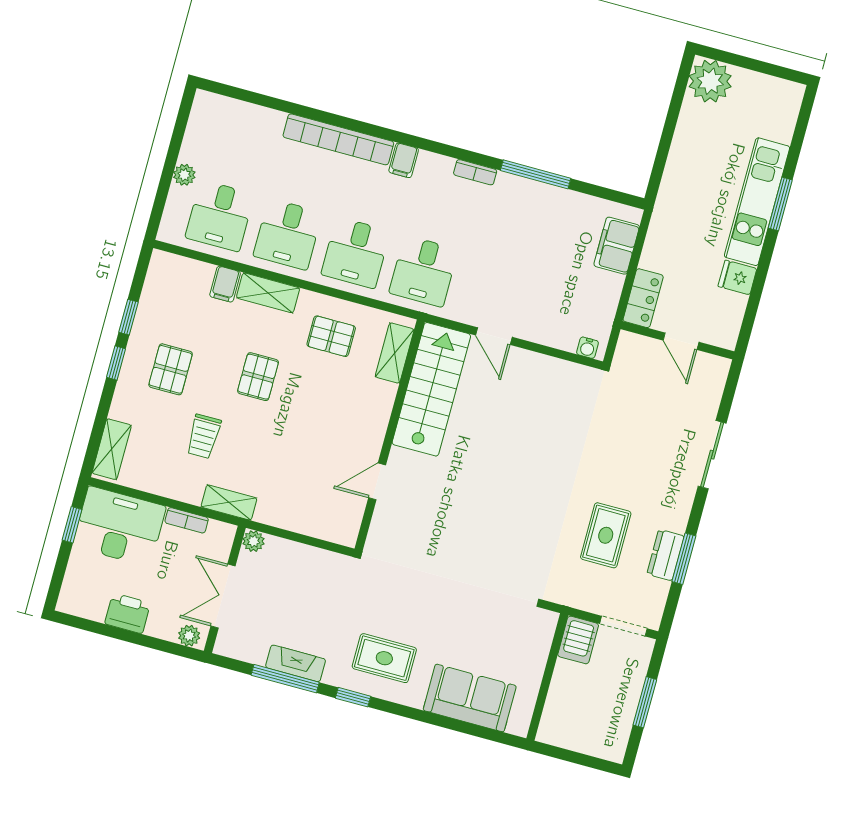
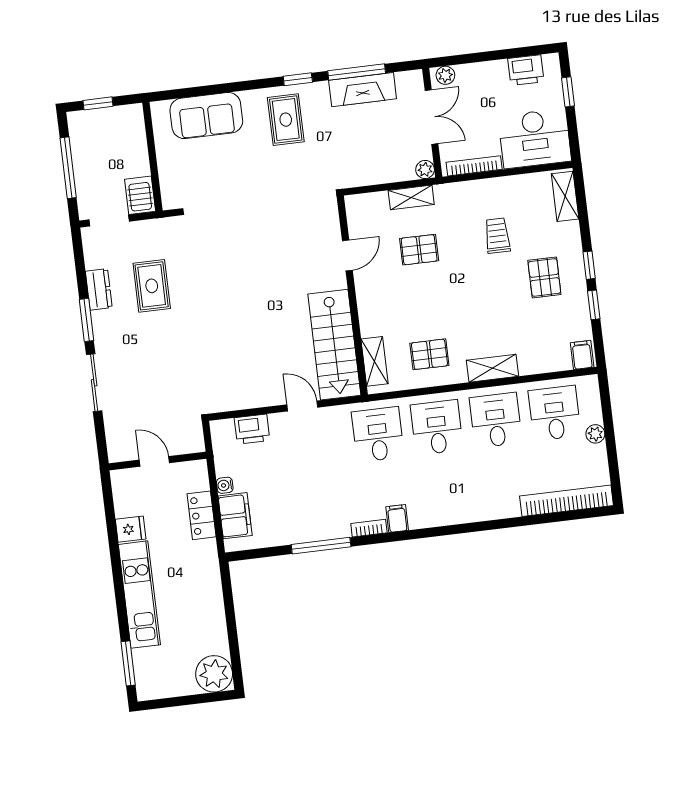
bookcase: (338, 139) -> (566, 501), moved
filing cabinet: (404, 160) -> (397, 519), moved
window: (780, 204) -> (128, 663), moved
filing cabinet: (225, 284) -> (582, 355), moved
locker: (643, 298) -> (202, 515), moved
printer: (559, 333) -> (252, 429), added
water cooler: (587, 348) -> (225, 485), moved, turned -90
pallet: (258, 377) -> (419, 250), moved, turned 90
shelving: (229, 502) -> (411, 197), moved
bookcase: (187, 520) -> (474, 166), width x1.56
window: (72, 525) -> (568, 92), moved
window: (684, 559) -> (87, 320), moved
printer: (128, 613) -> (526, 70), moved
rug: (384, 658) -> (286, 120), turned 90
fireplace: (296, 663) -> (363, 90), width x1.37, depth x1.32
window: (645, 702) -> (68, 168), width x1.44
window: (583, 760) -> (98, 103), added

